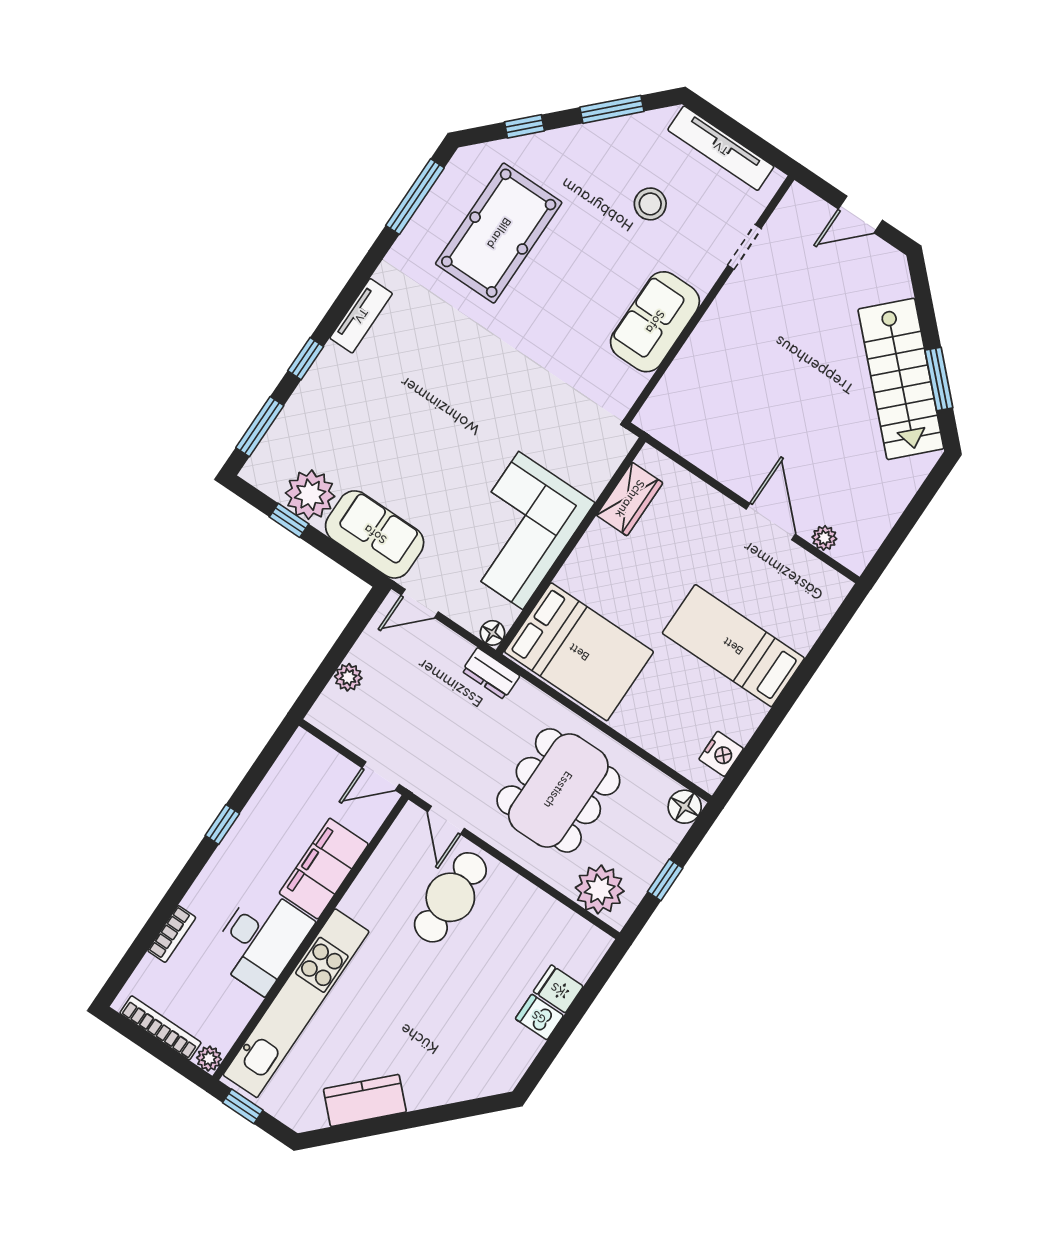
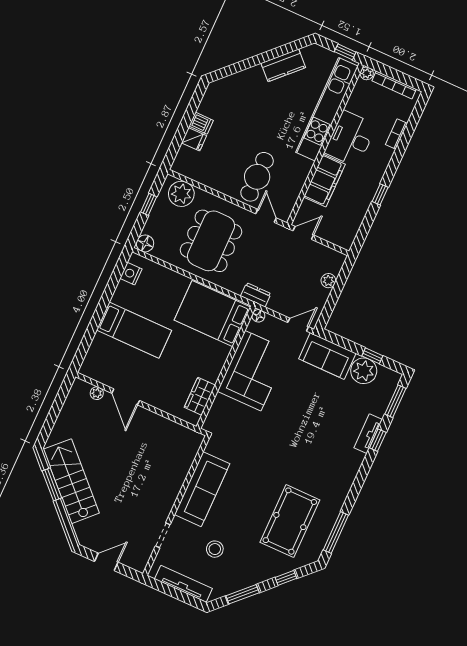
tv unit: (361, 316) -> (368, 434), moved
sofa: (655, 322) -> (202, 489), width x1.36

